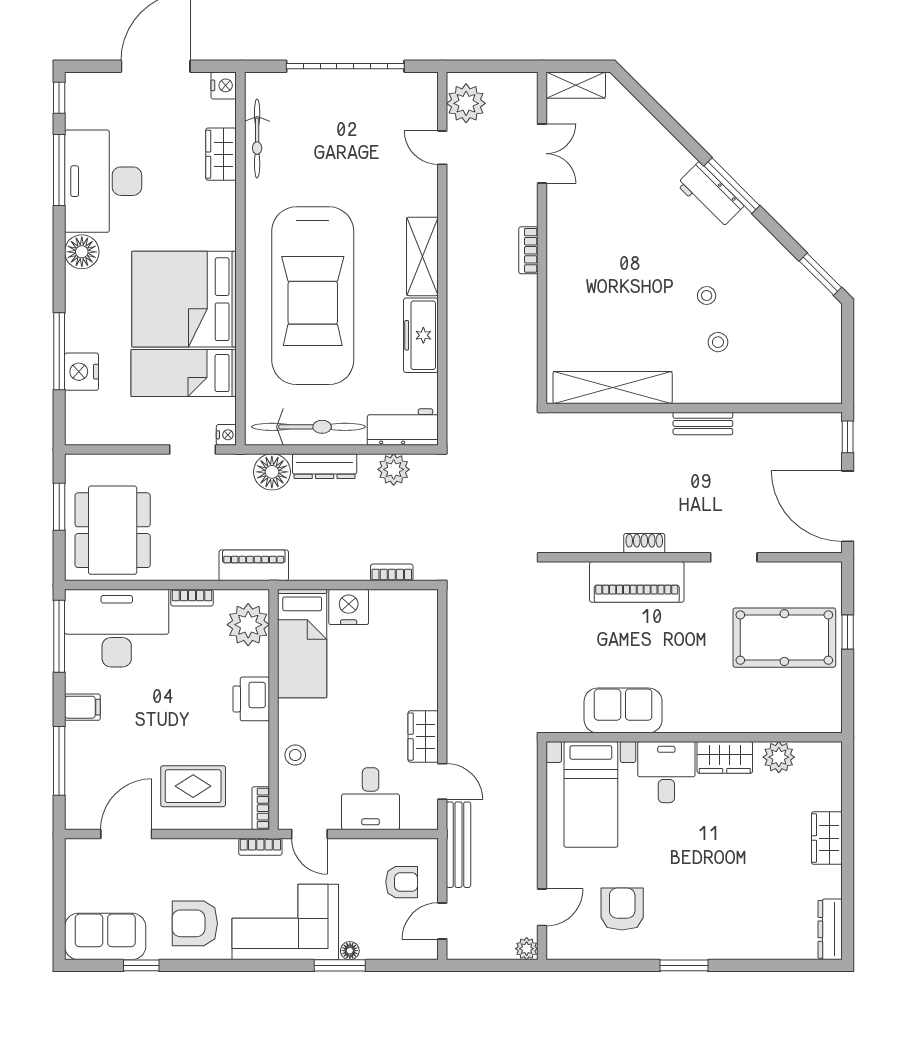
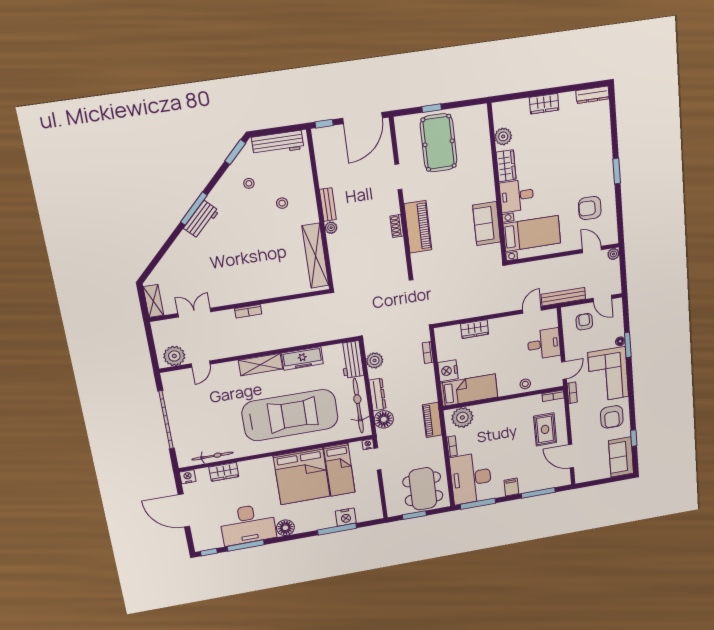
stool: (707, 295) -> (249, 183), moved
workbench: (825, 351) -> (278, 143), added
plant: (660, 423) -> (331, 228), added
dining table: (113, 530) -> (423, 489), turned 90
printer: (251, 699) -> (499, 410), removed
wardrobe: (423, 737) -> (475, 329), moved

